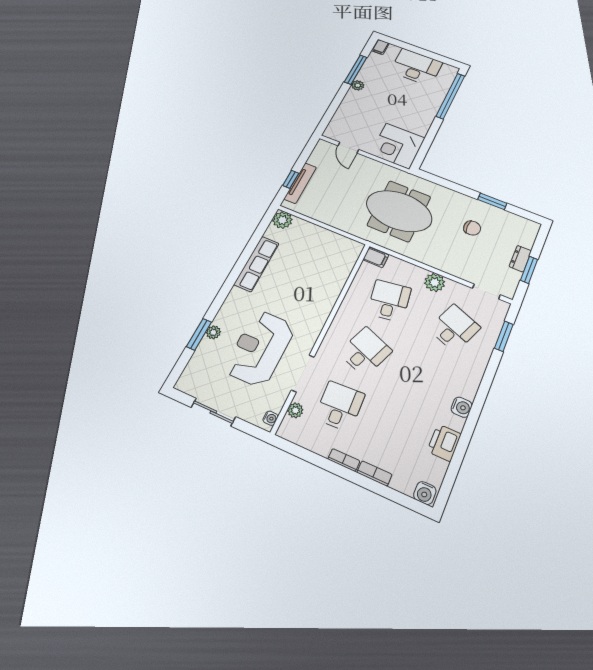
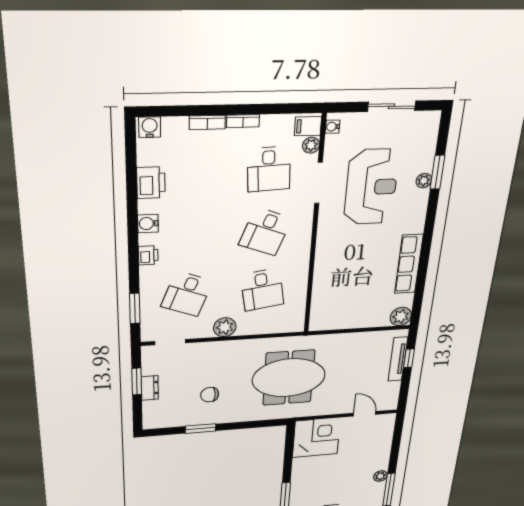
filing cabinet: (376, 257) -> (308, 126), moved
printer: (473, 379) -> (148, 255), added

